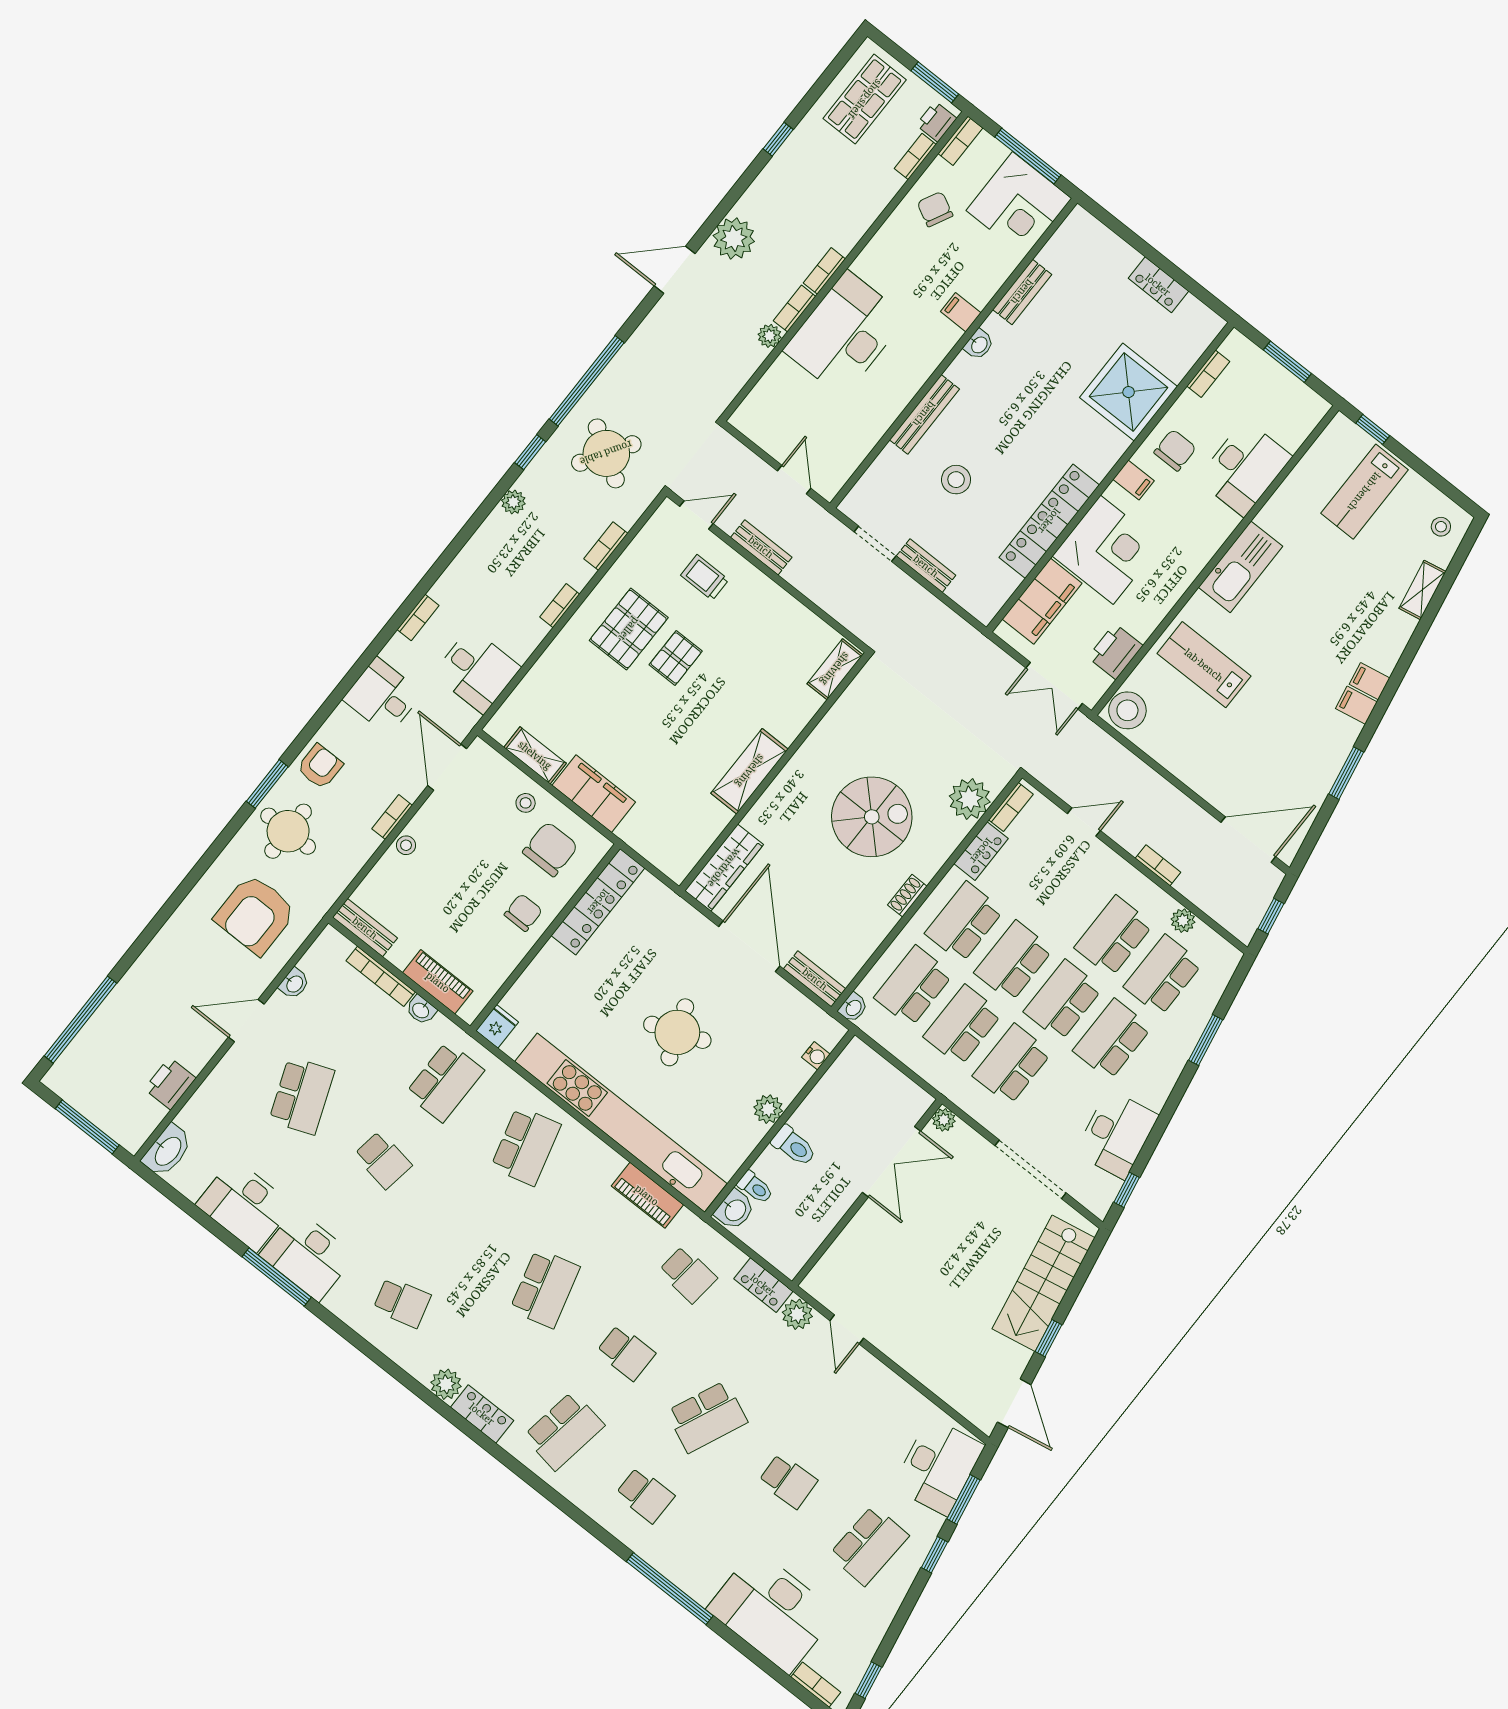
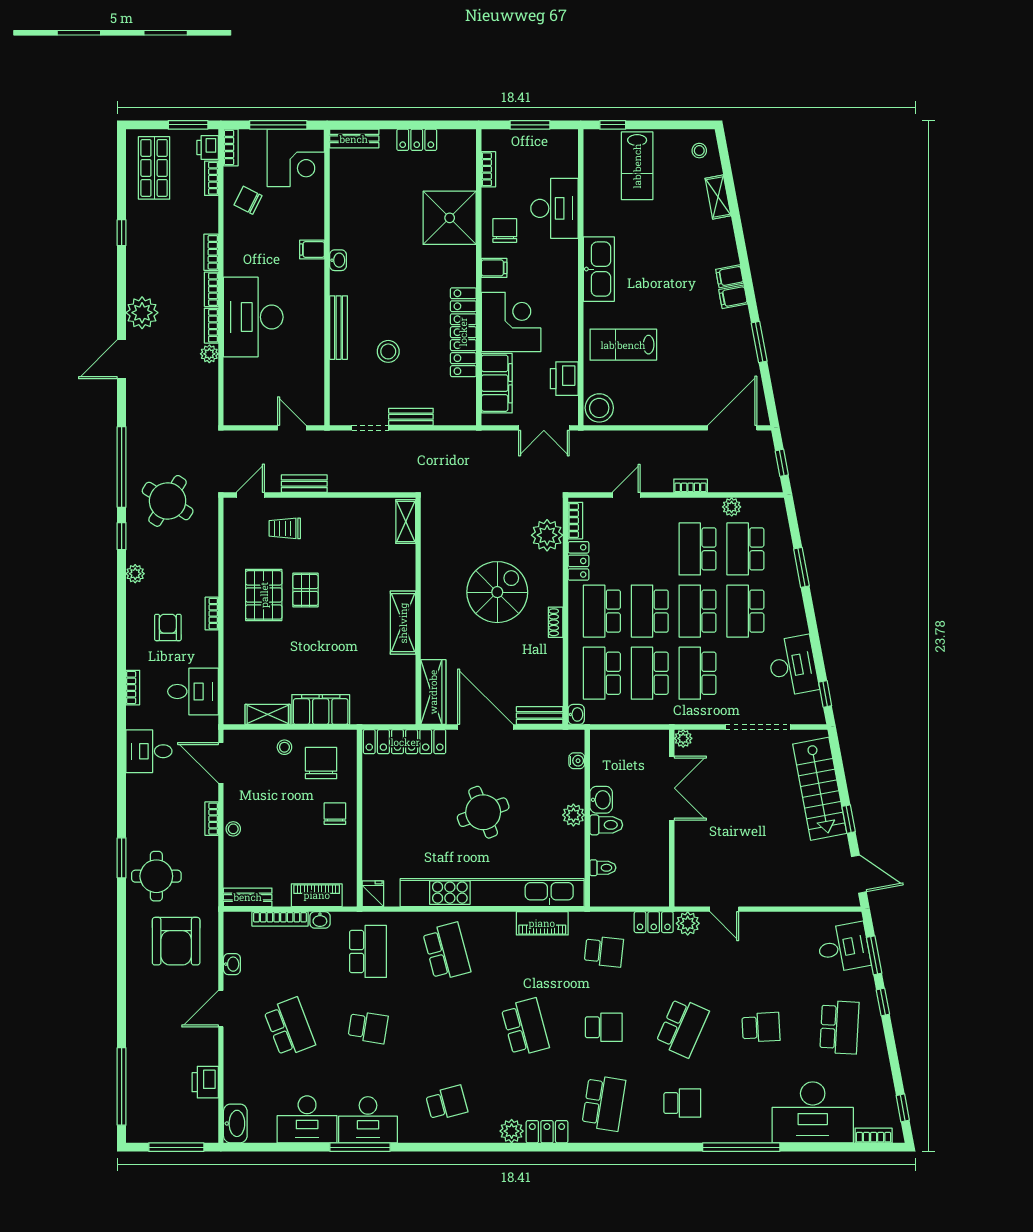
bench: (1022, 292) -> (354, 139), moved, turned 90
bookcase: (606, 546) -> (211, 252), moved
armchair: (320, 766) -> (168, 627), moved
locker: (598, 902) -> (405, 742), moved, turned 90
washbasin: (735, 1210) -> (601, 800), moved
desk: (938, 1466) -> (844, 948), width x0.73

